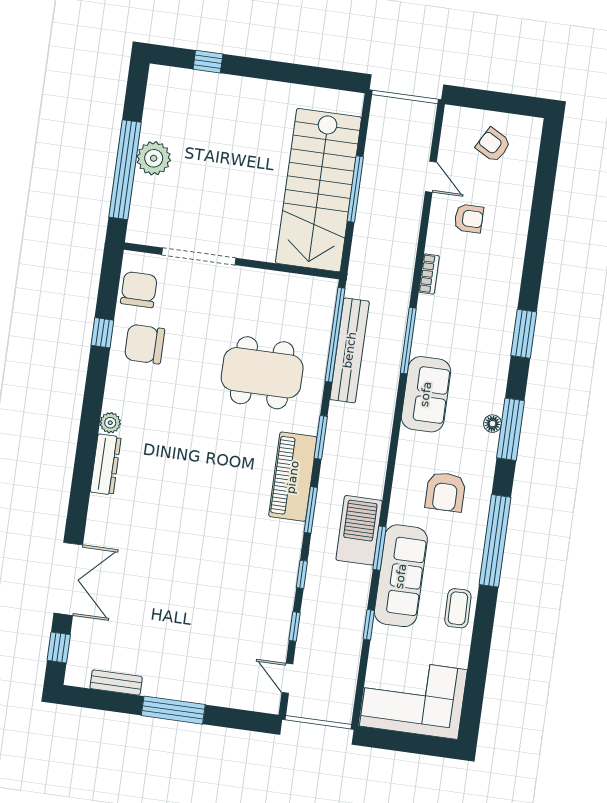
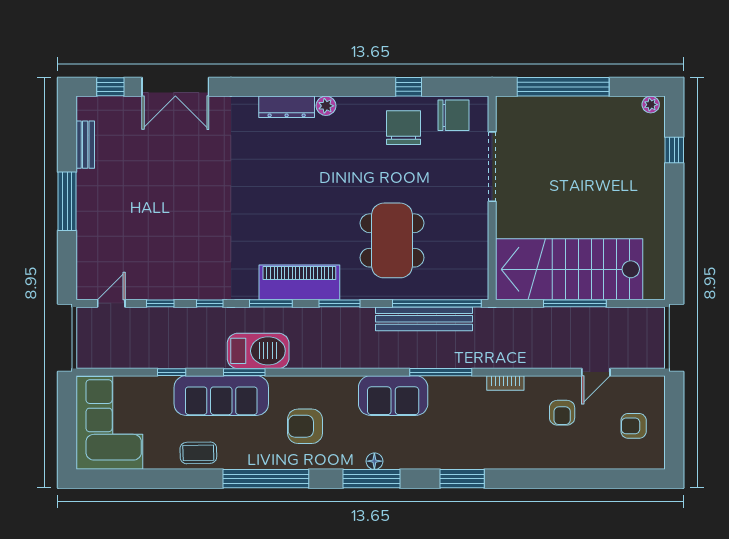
armchair: (493, 145) -> (634, 426), turned -119
plant: (154, 158) -> (651, 105), moved, width x0.53, depth x0.53

